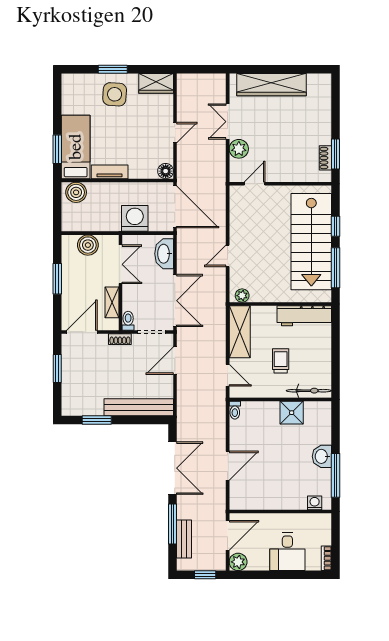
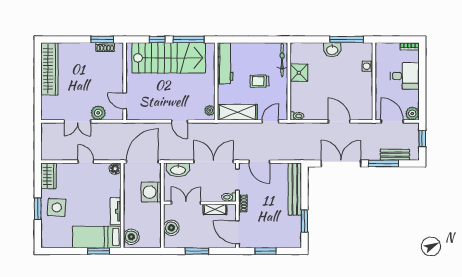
wardrobe: (271, 85) -> (49, 69), moved
washing machine: (315, 503) -> (367, 66), moved

